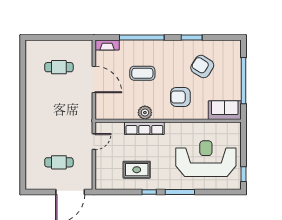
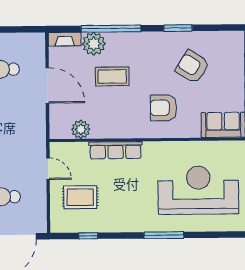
plant: (129, 49) -> (94, 44), added
plant: (145, 113) -> (81, 129), moved
door: (94, 142) -> (48, 169), hinge flipped
rug: (137, 170) -> (80, 197), moved
window: (149, 192) -> (88, 236), moved

